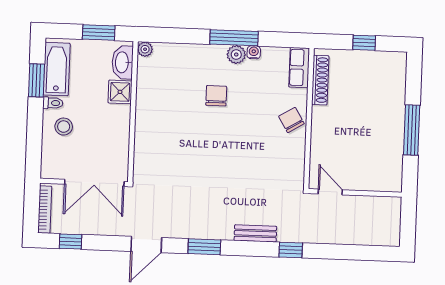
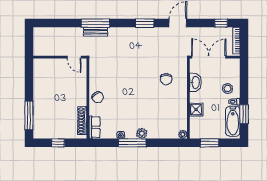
plant: (236, 55) -> (142, 133), moved
washbasin: (122, 62) -> (195, 82), moved
chair: (216, 96) -> (166, 79), moved
window: (412, 130) -> (29, 115), moved
bench: (255, 233) -> (95, 32), moved
window: (291, 250) -> (95, 23), width x2.17

